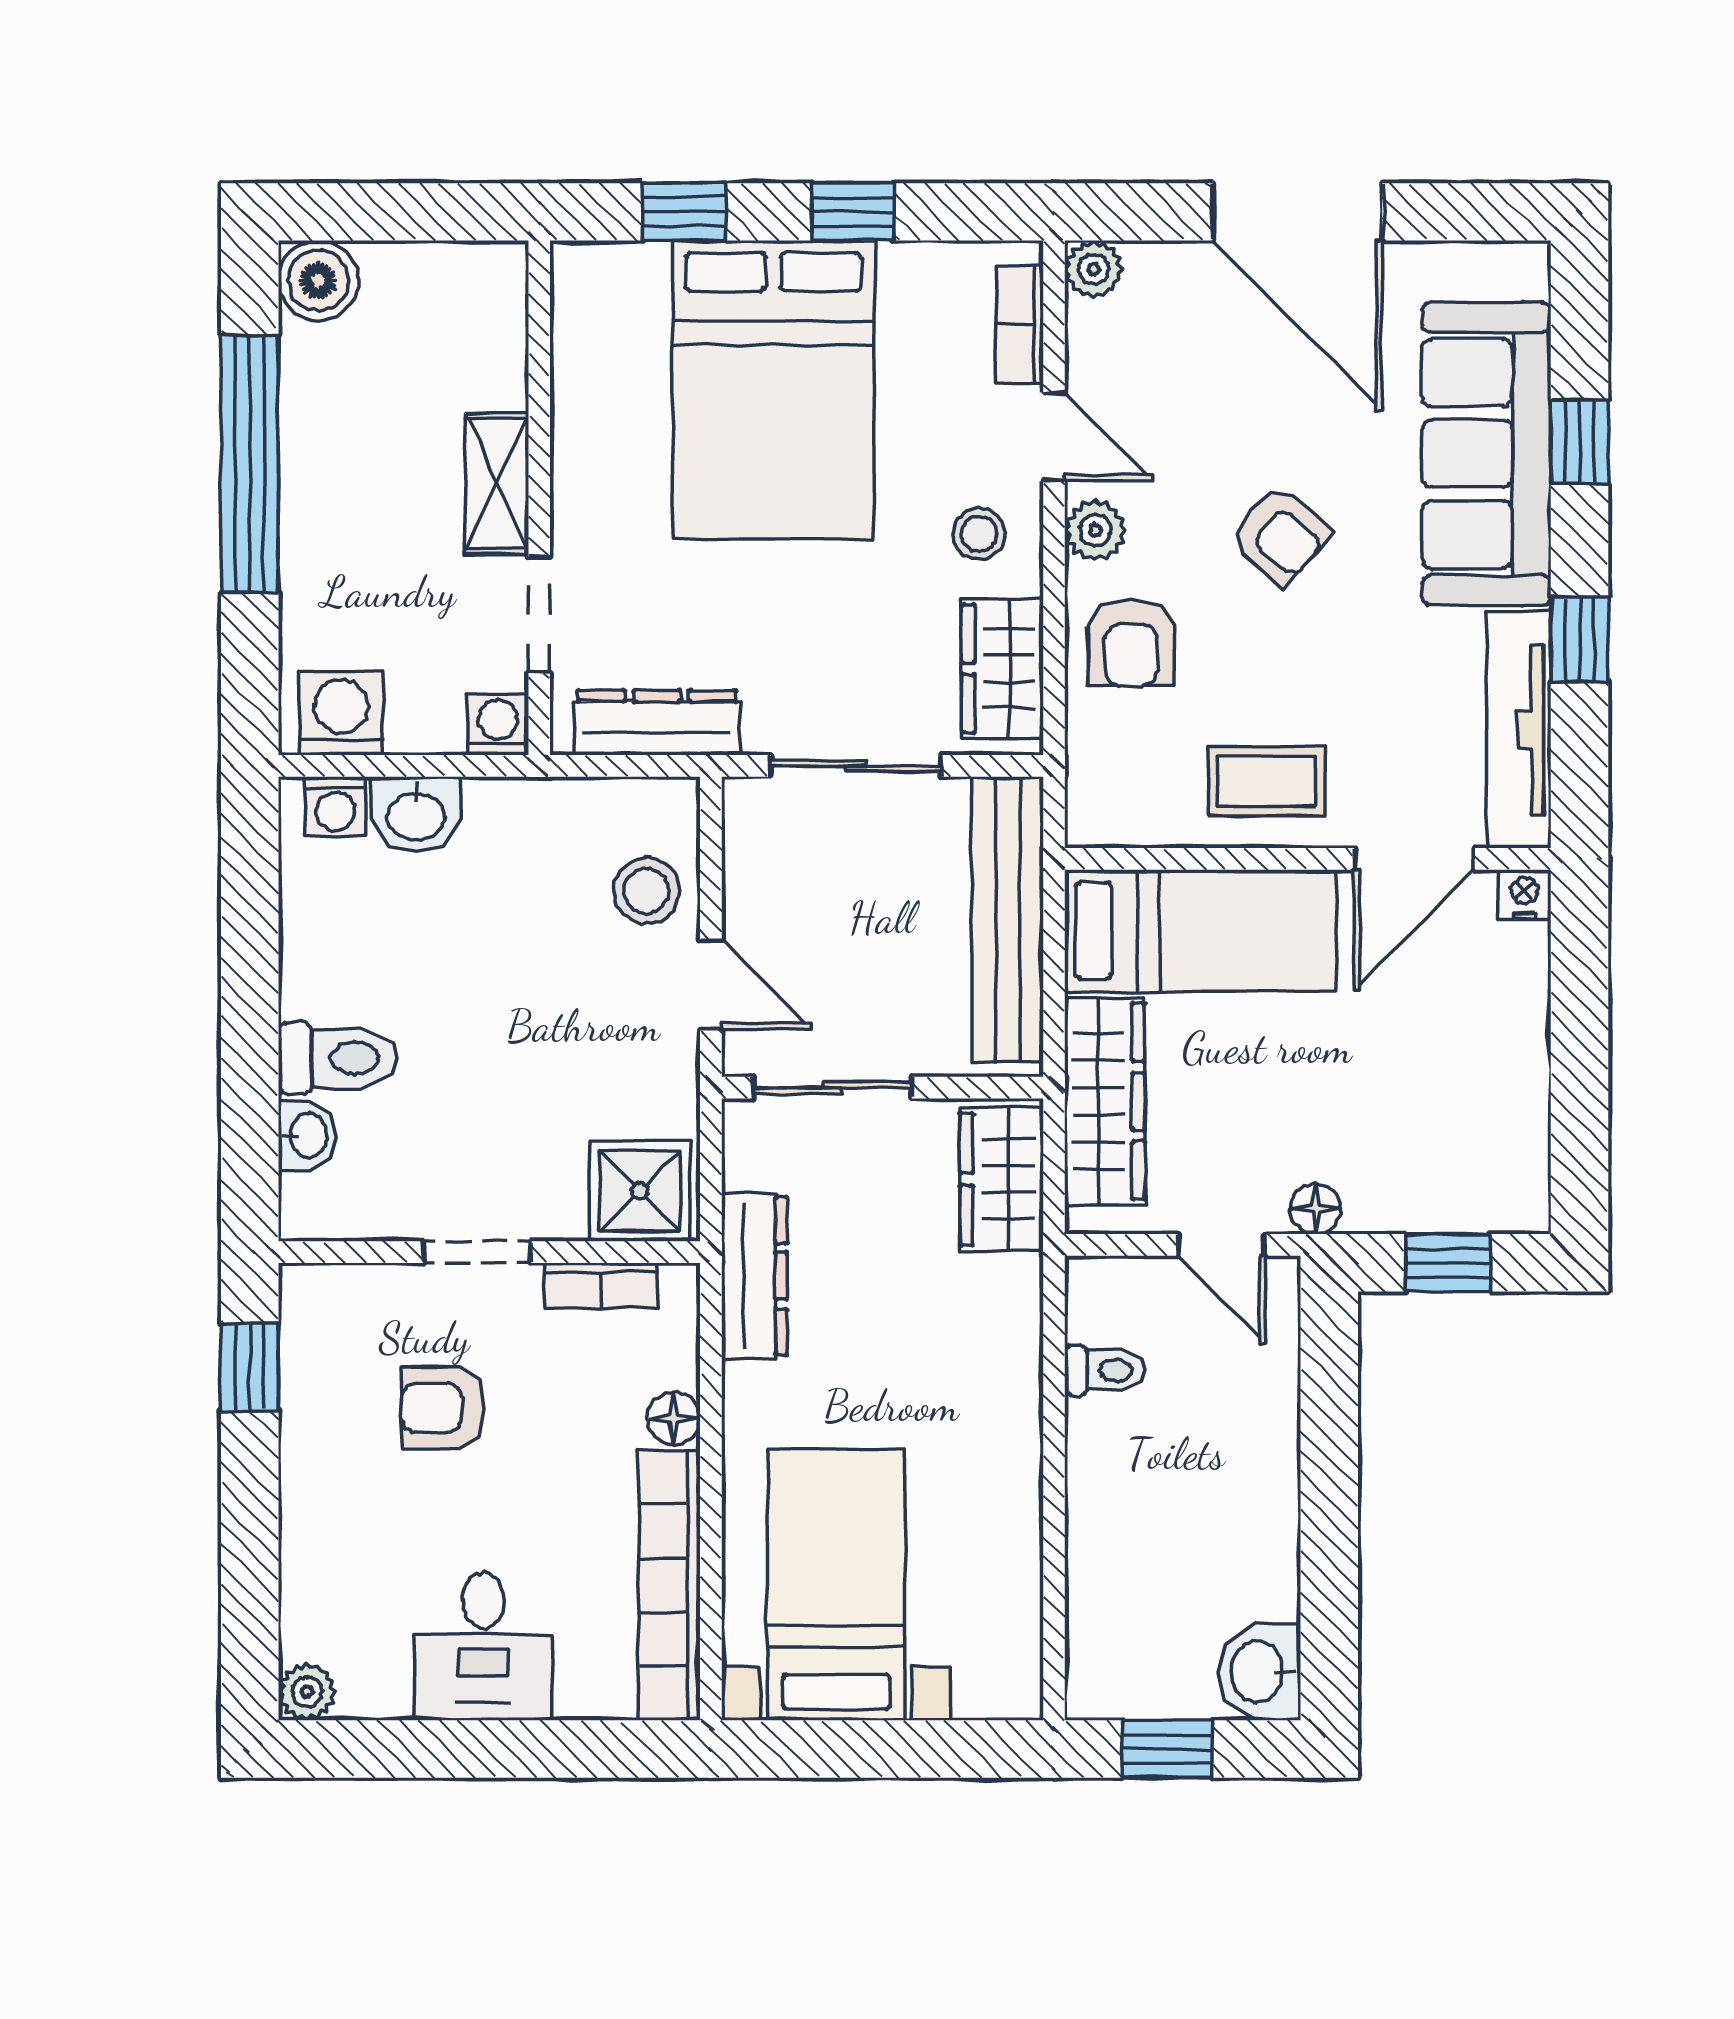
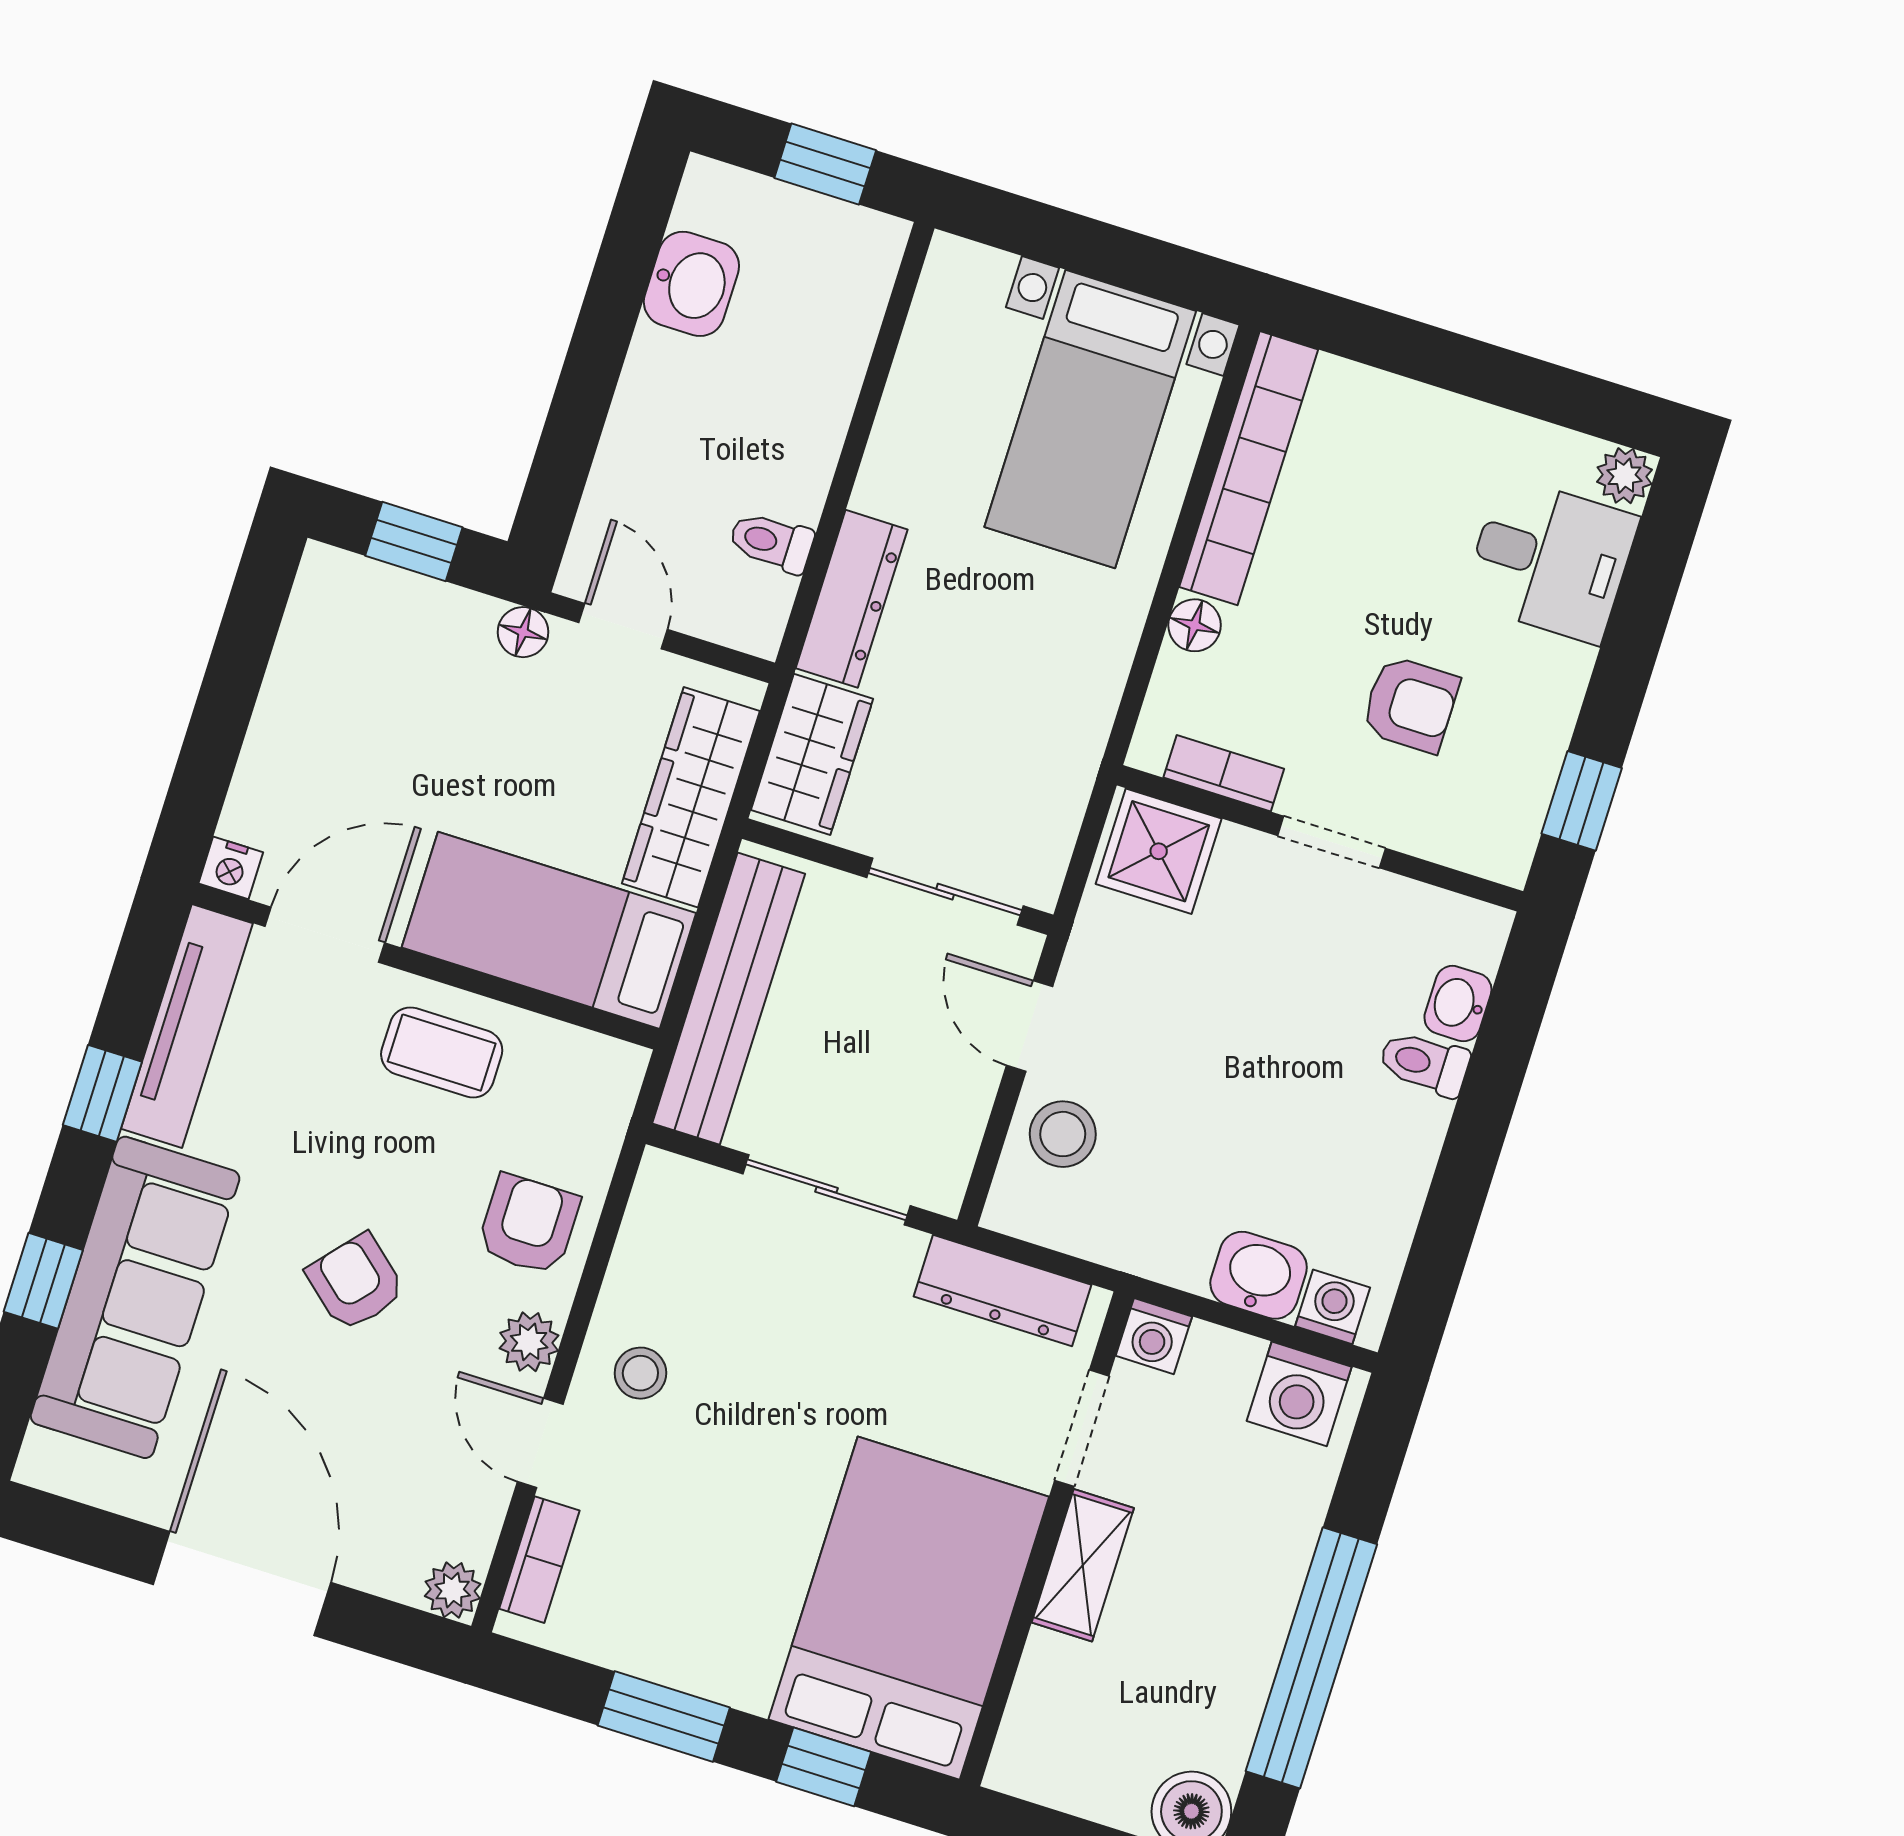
window: (853, 212) -> (664, 1716), width x1.50
bed: (773, 390) -> (909, 1608), moved
wardrobe: (1003, 669) -> (658, 1238), removed
toilet: (338, 1058) -> (1424, 1063), width x0.73, depth x0.72
dresser: (754, 1276) -> (852, 599), moved, turned 180
desk: (483, 1646) -> (1550, 560), moved, turned 90
washbasin: (1259, 1672) -> (691, 284), moved

